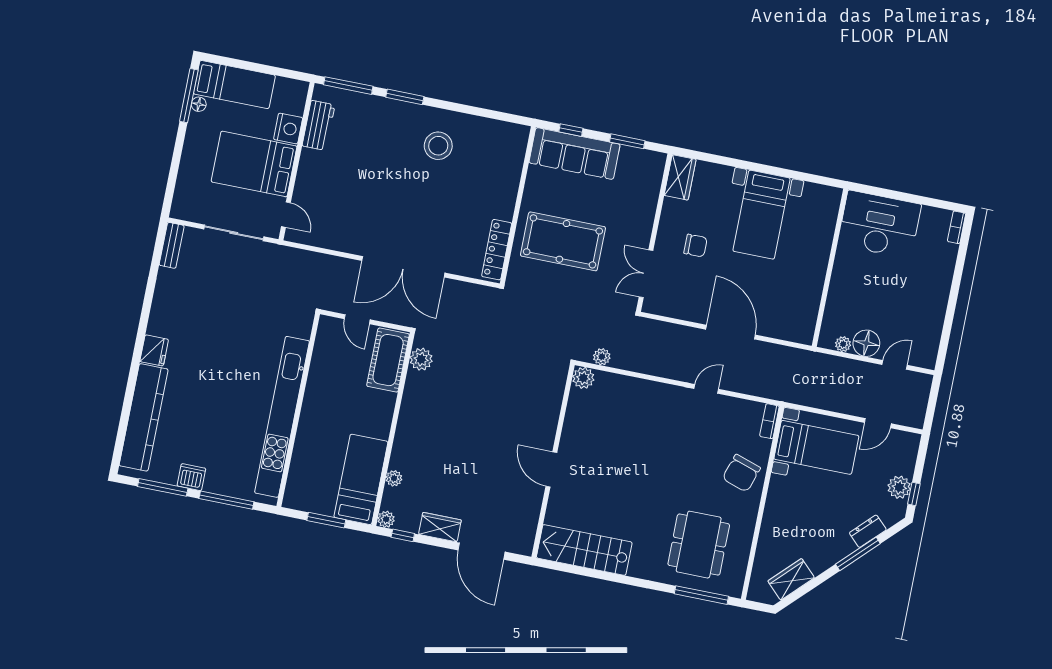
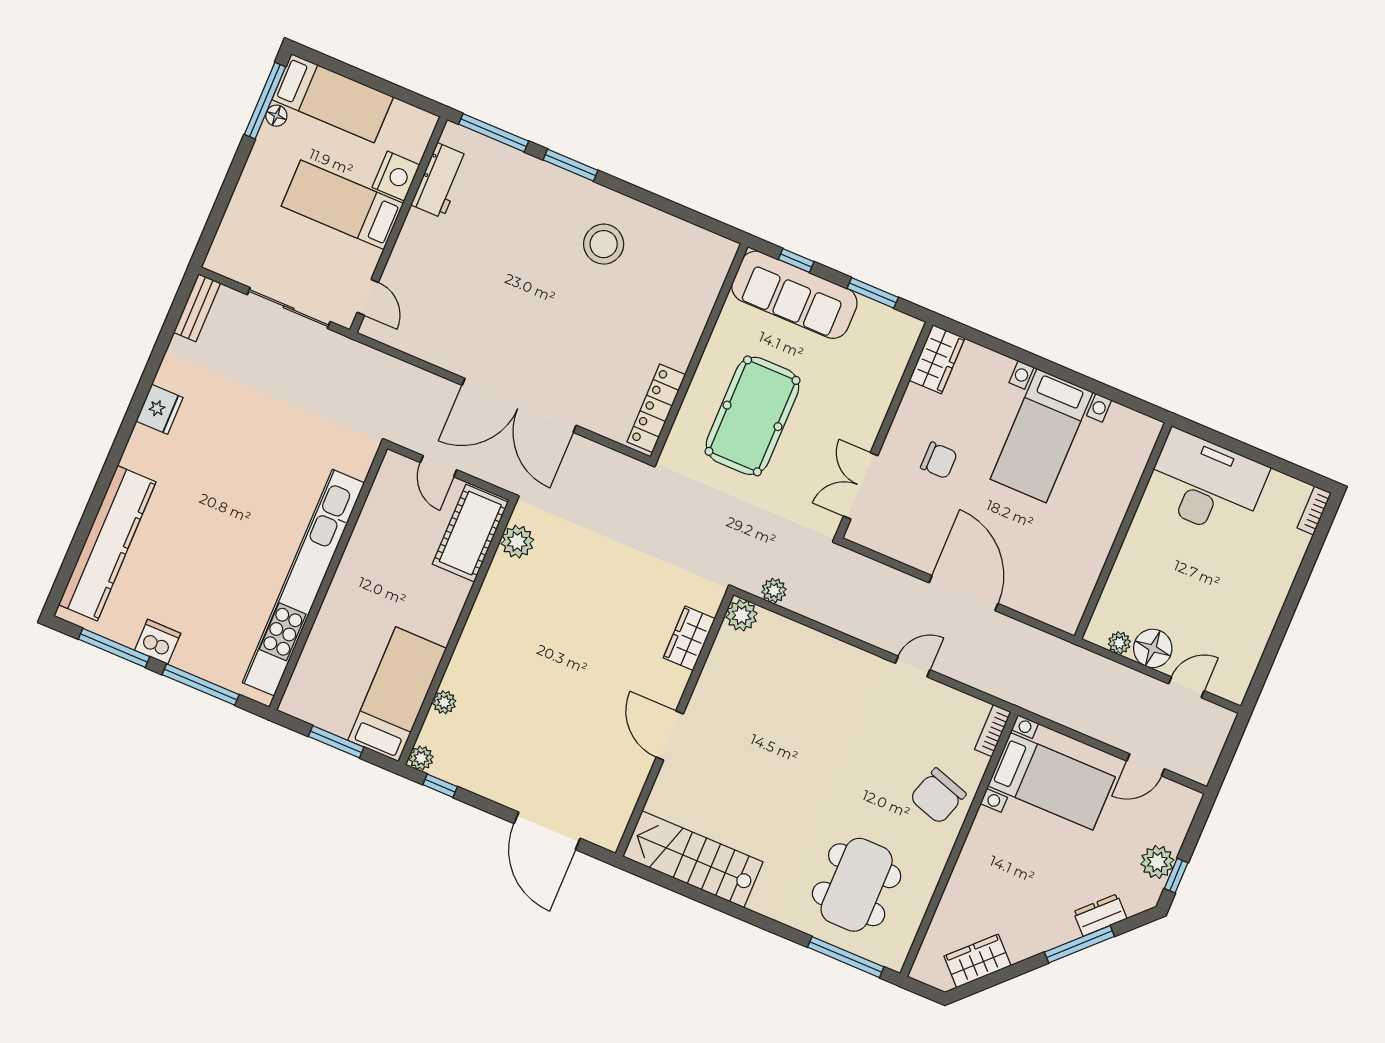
bed: (254, 164) -> (342, 205), width x0.67
pool table: (563, 241) -> (752, 416), turned 90
fridge: (154, 350) -> (160, 409), moved
wardrobe: (440, 527) -> (689, 638), moved, turned -90

